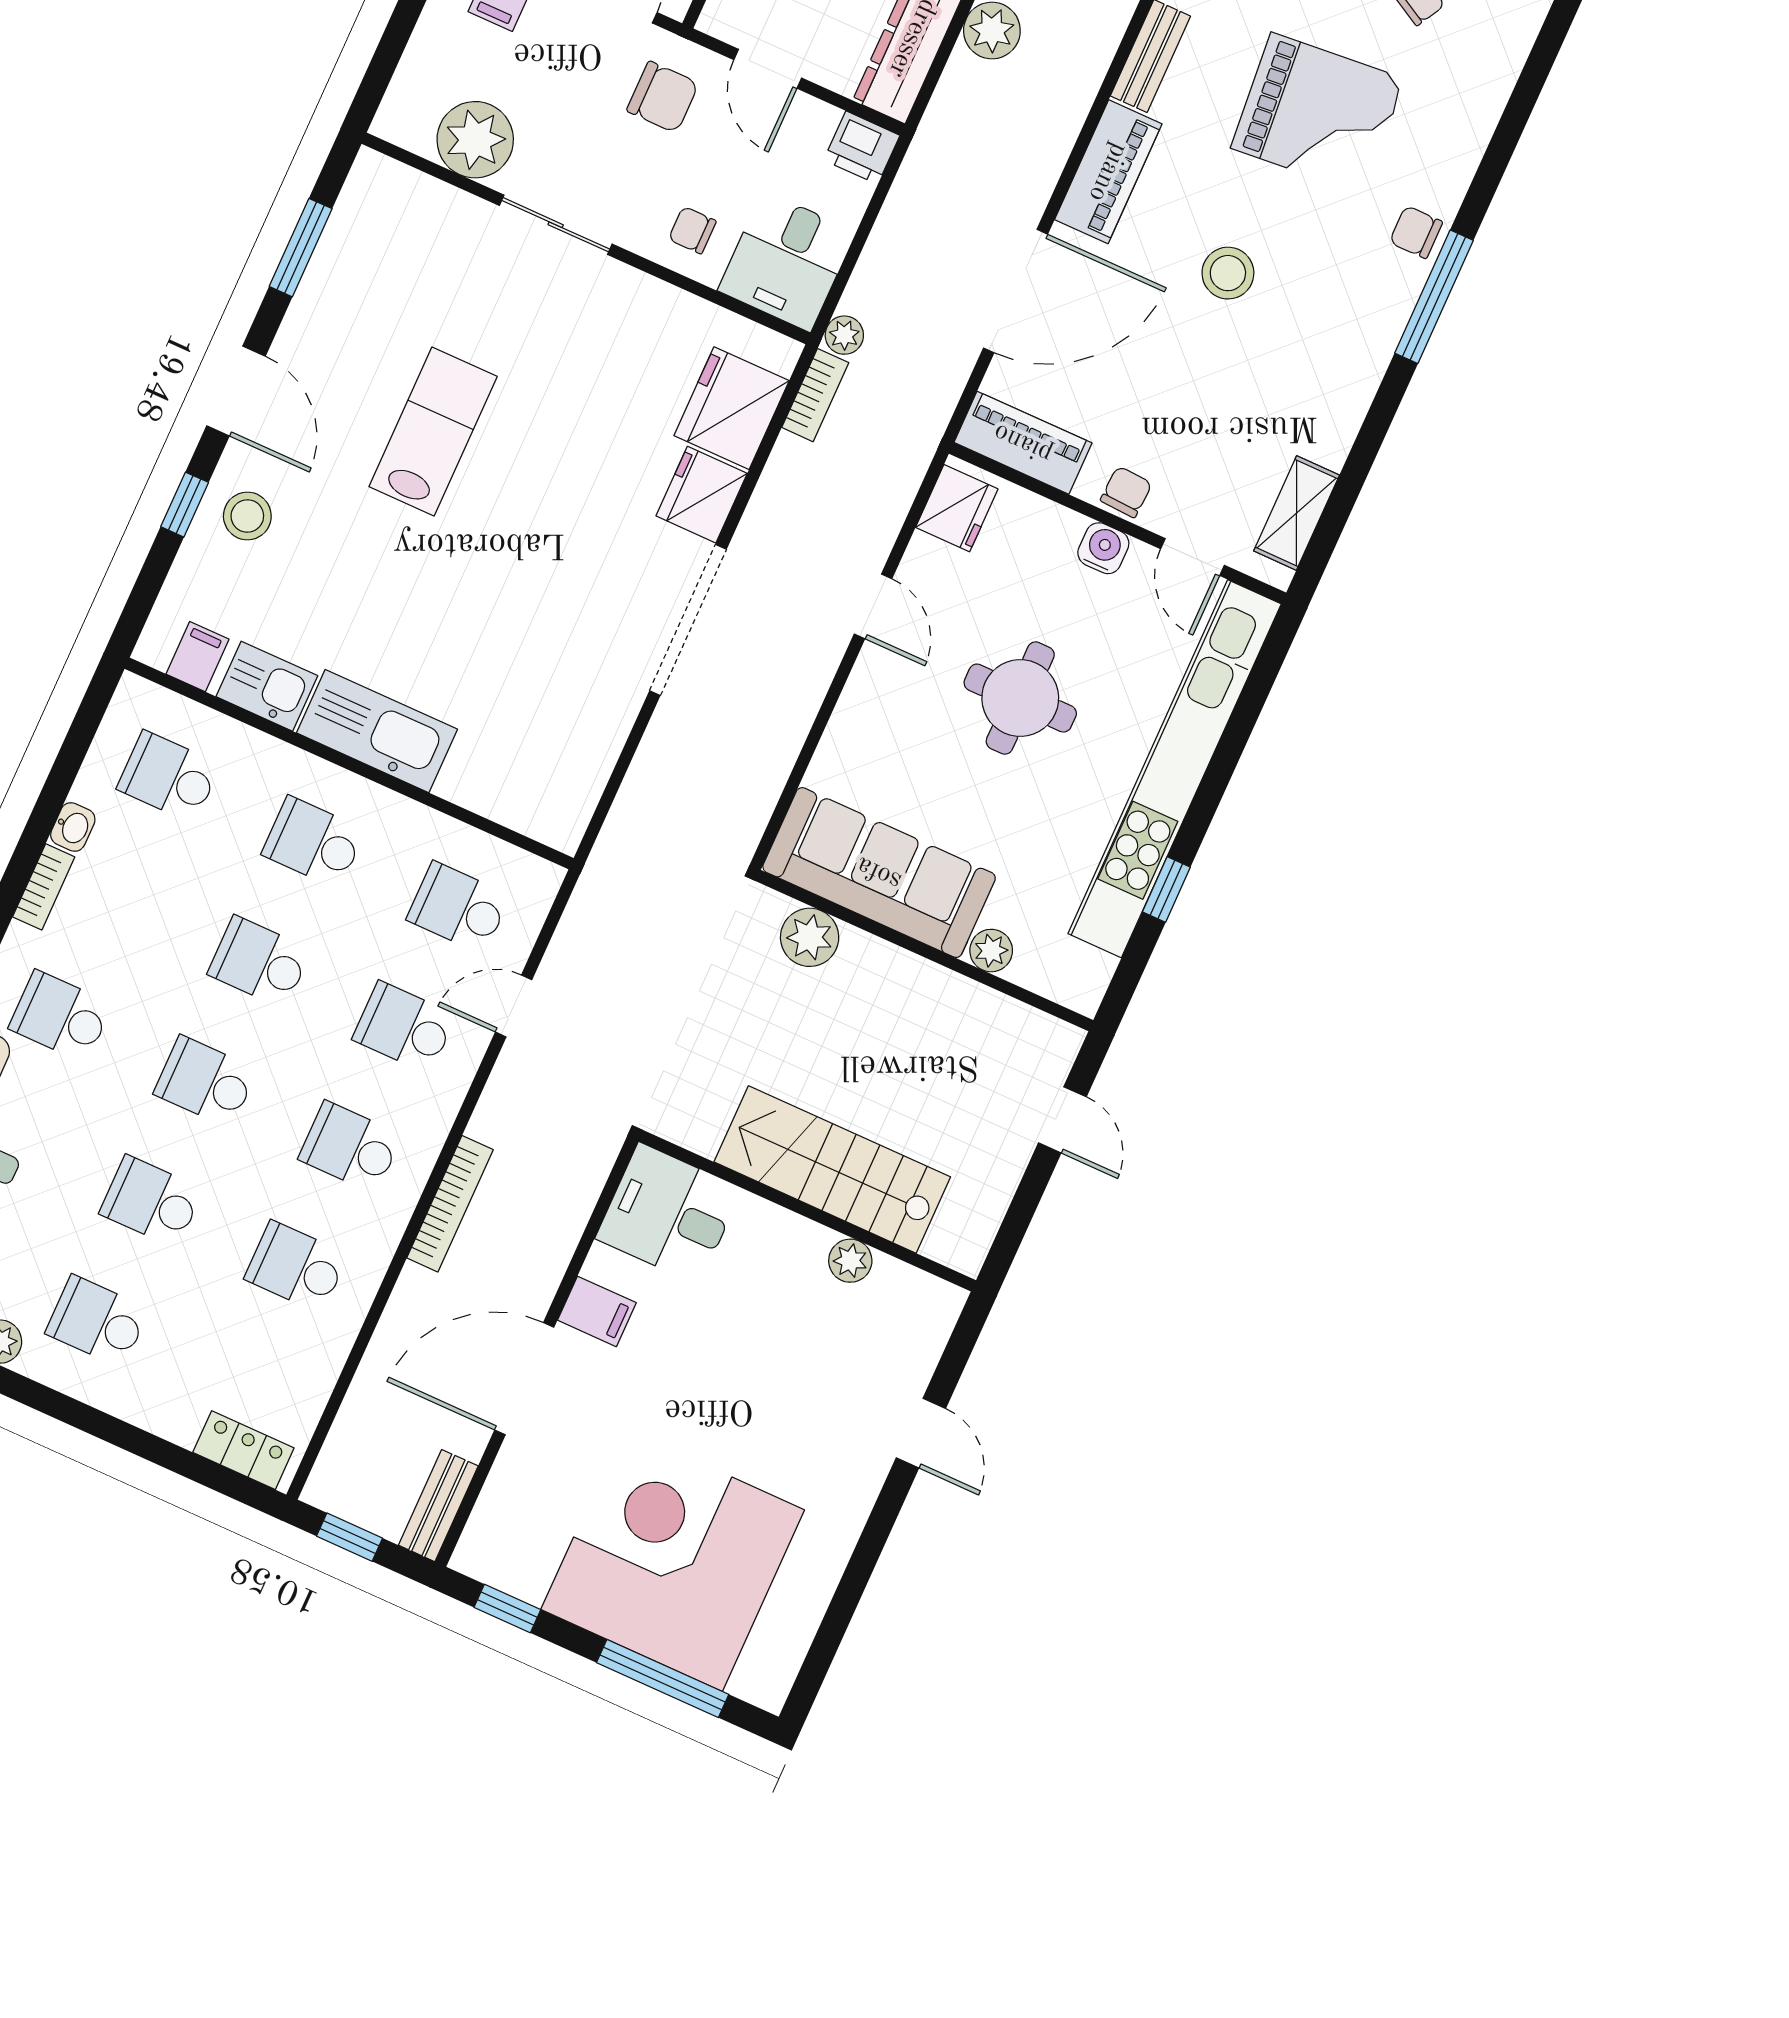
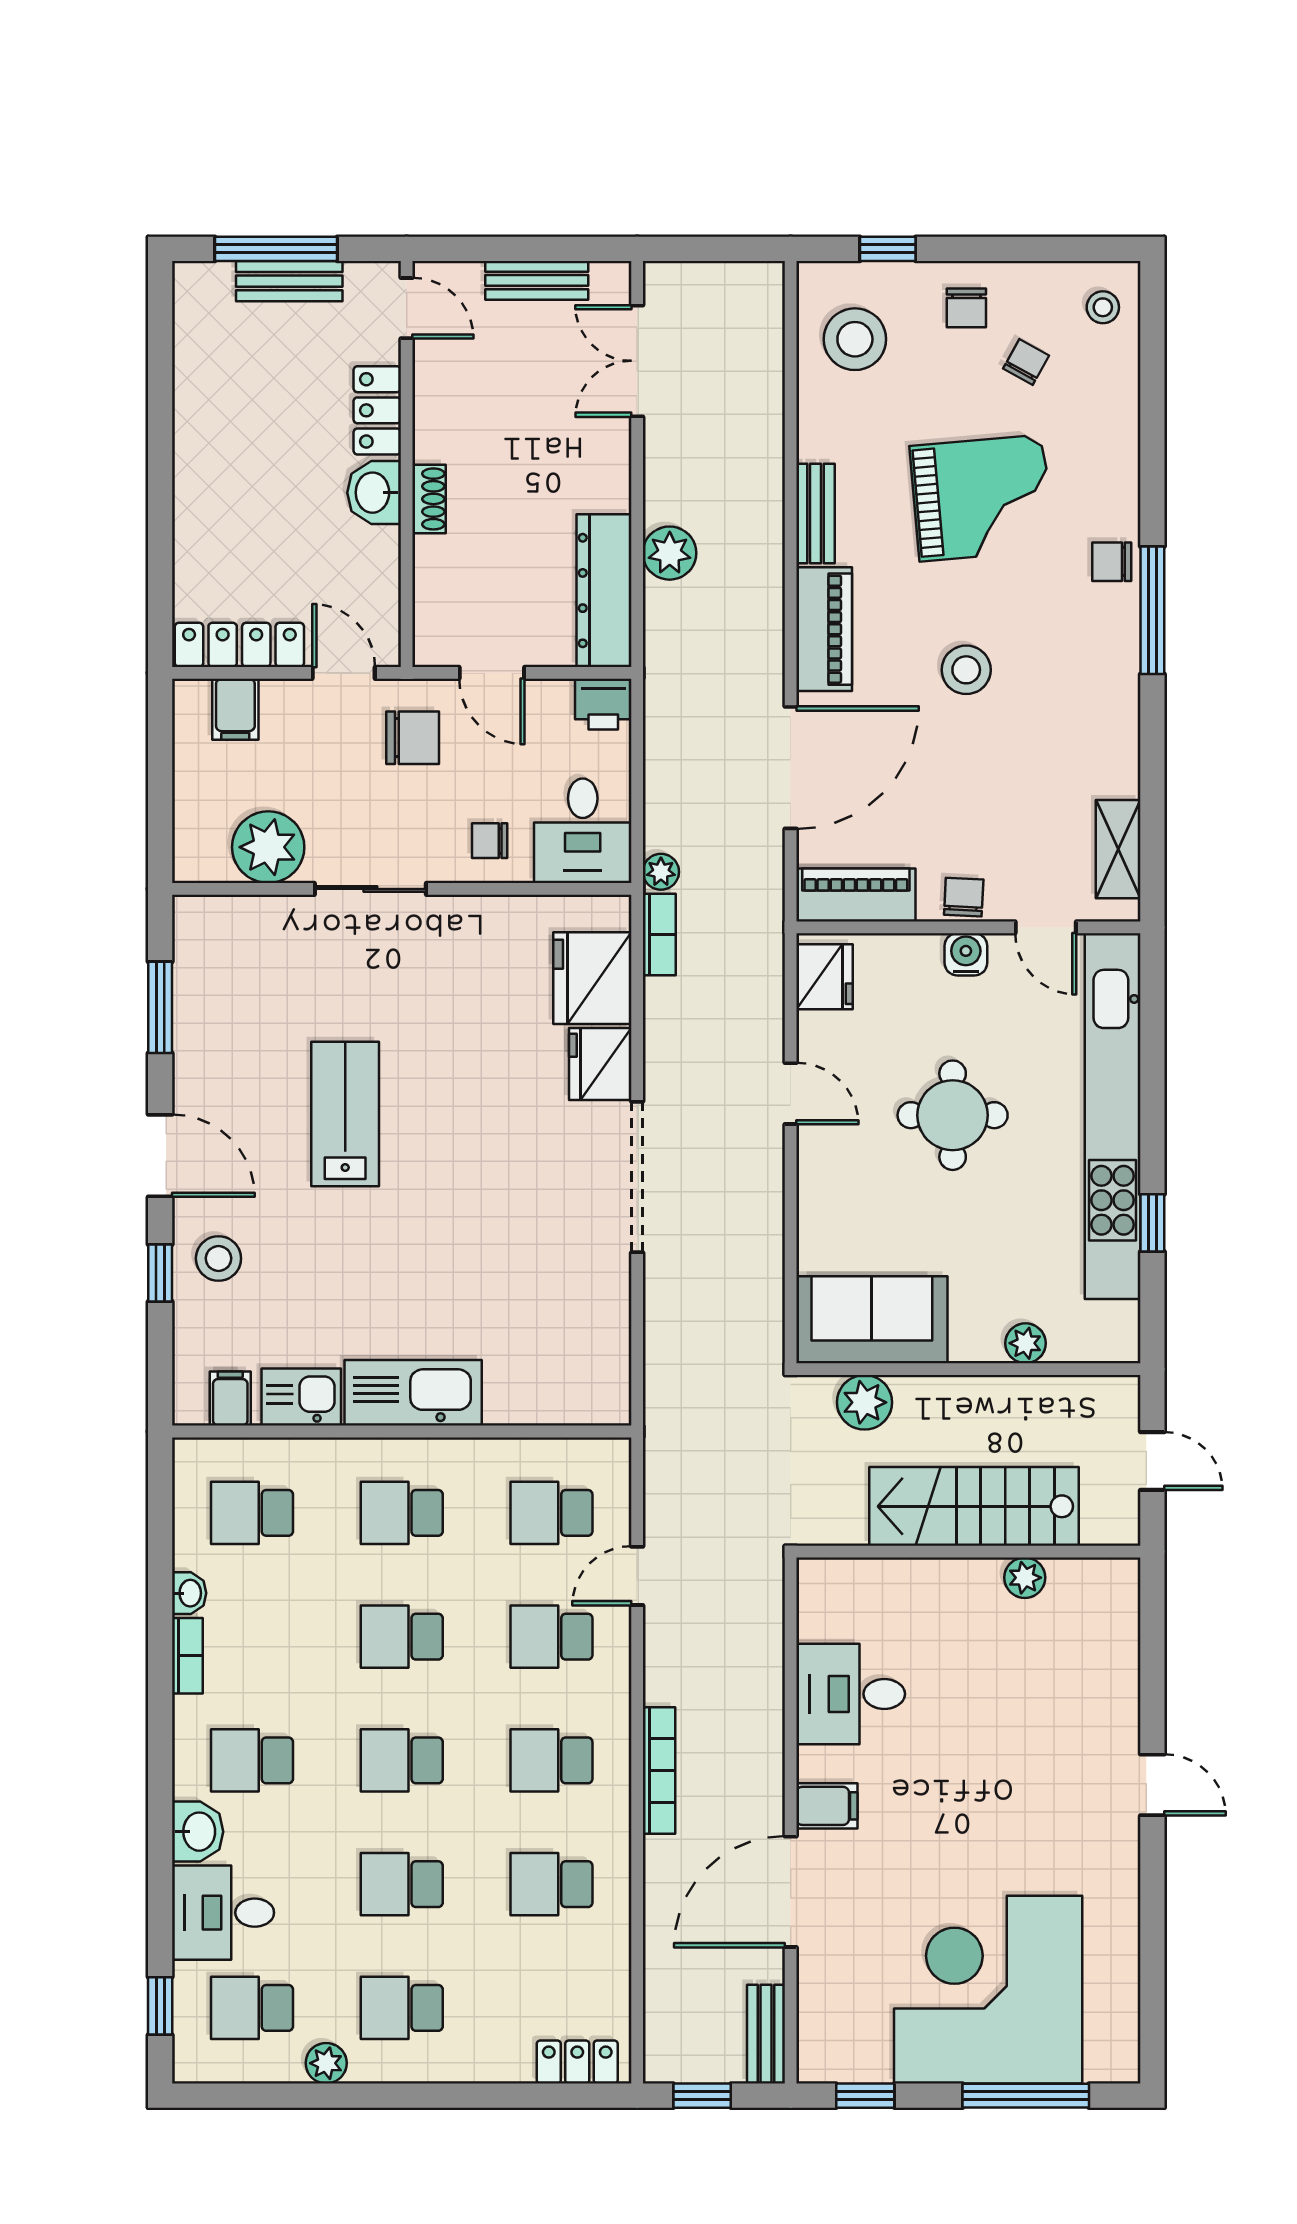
sofa: (879, 873) -> (872, 1320), width x0.73
stairs: (832, 1169) -> (974, 1506), moved
wall: (807, 1211) -> (968, 1552), moved
plant: (850, 1261) -> (1025, 1578), moved

